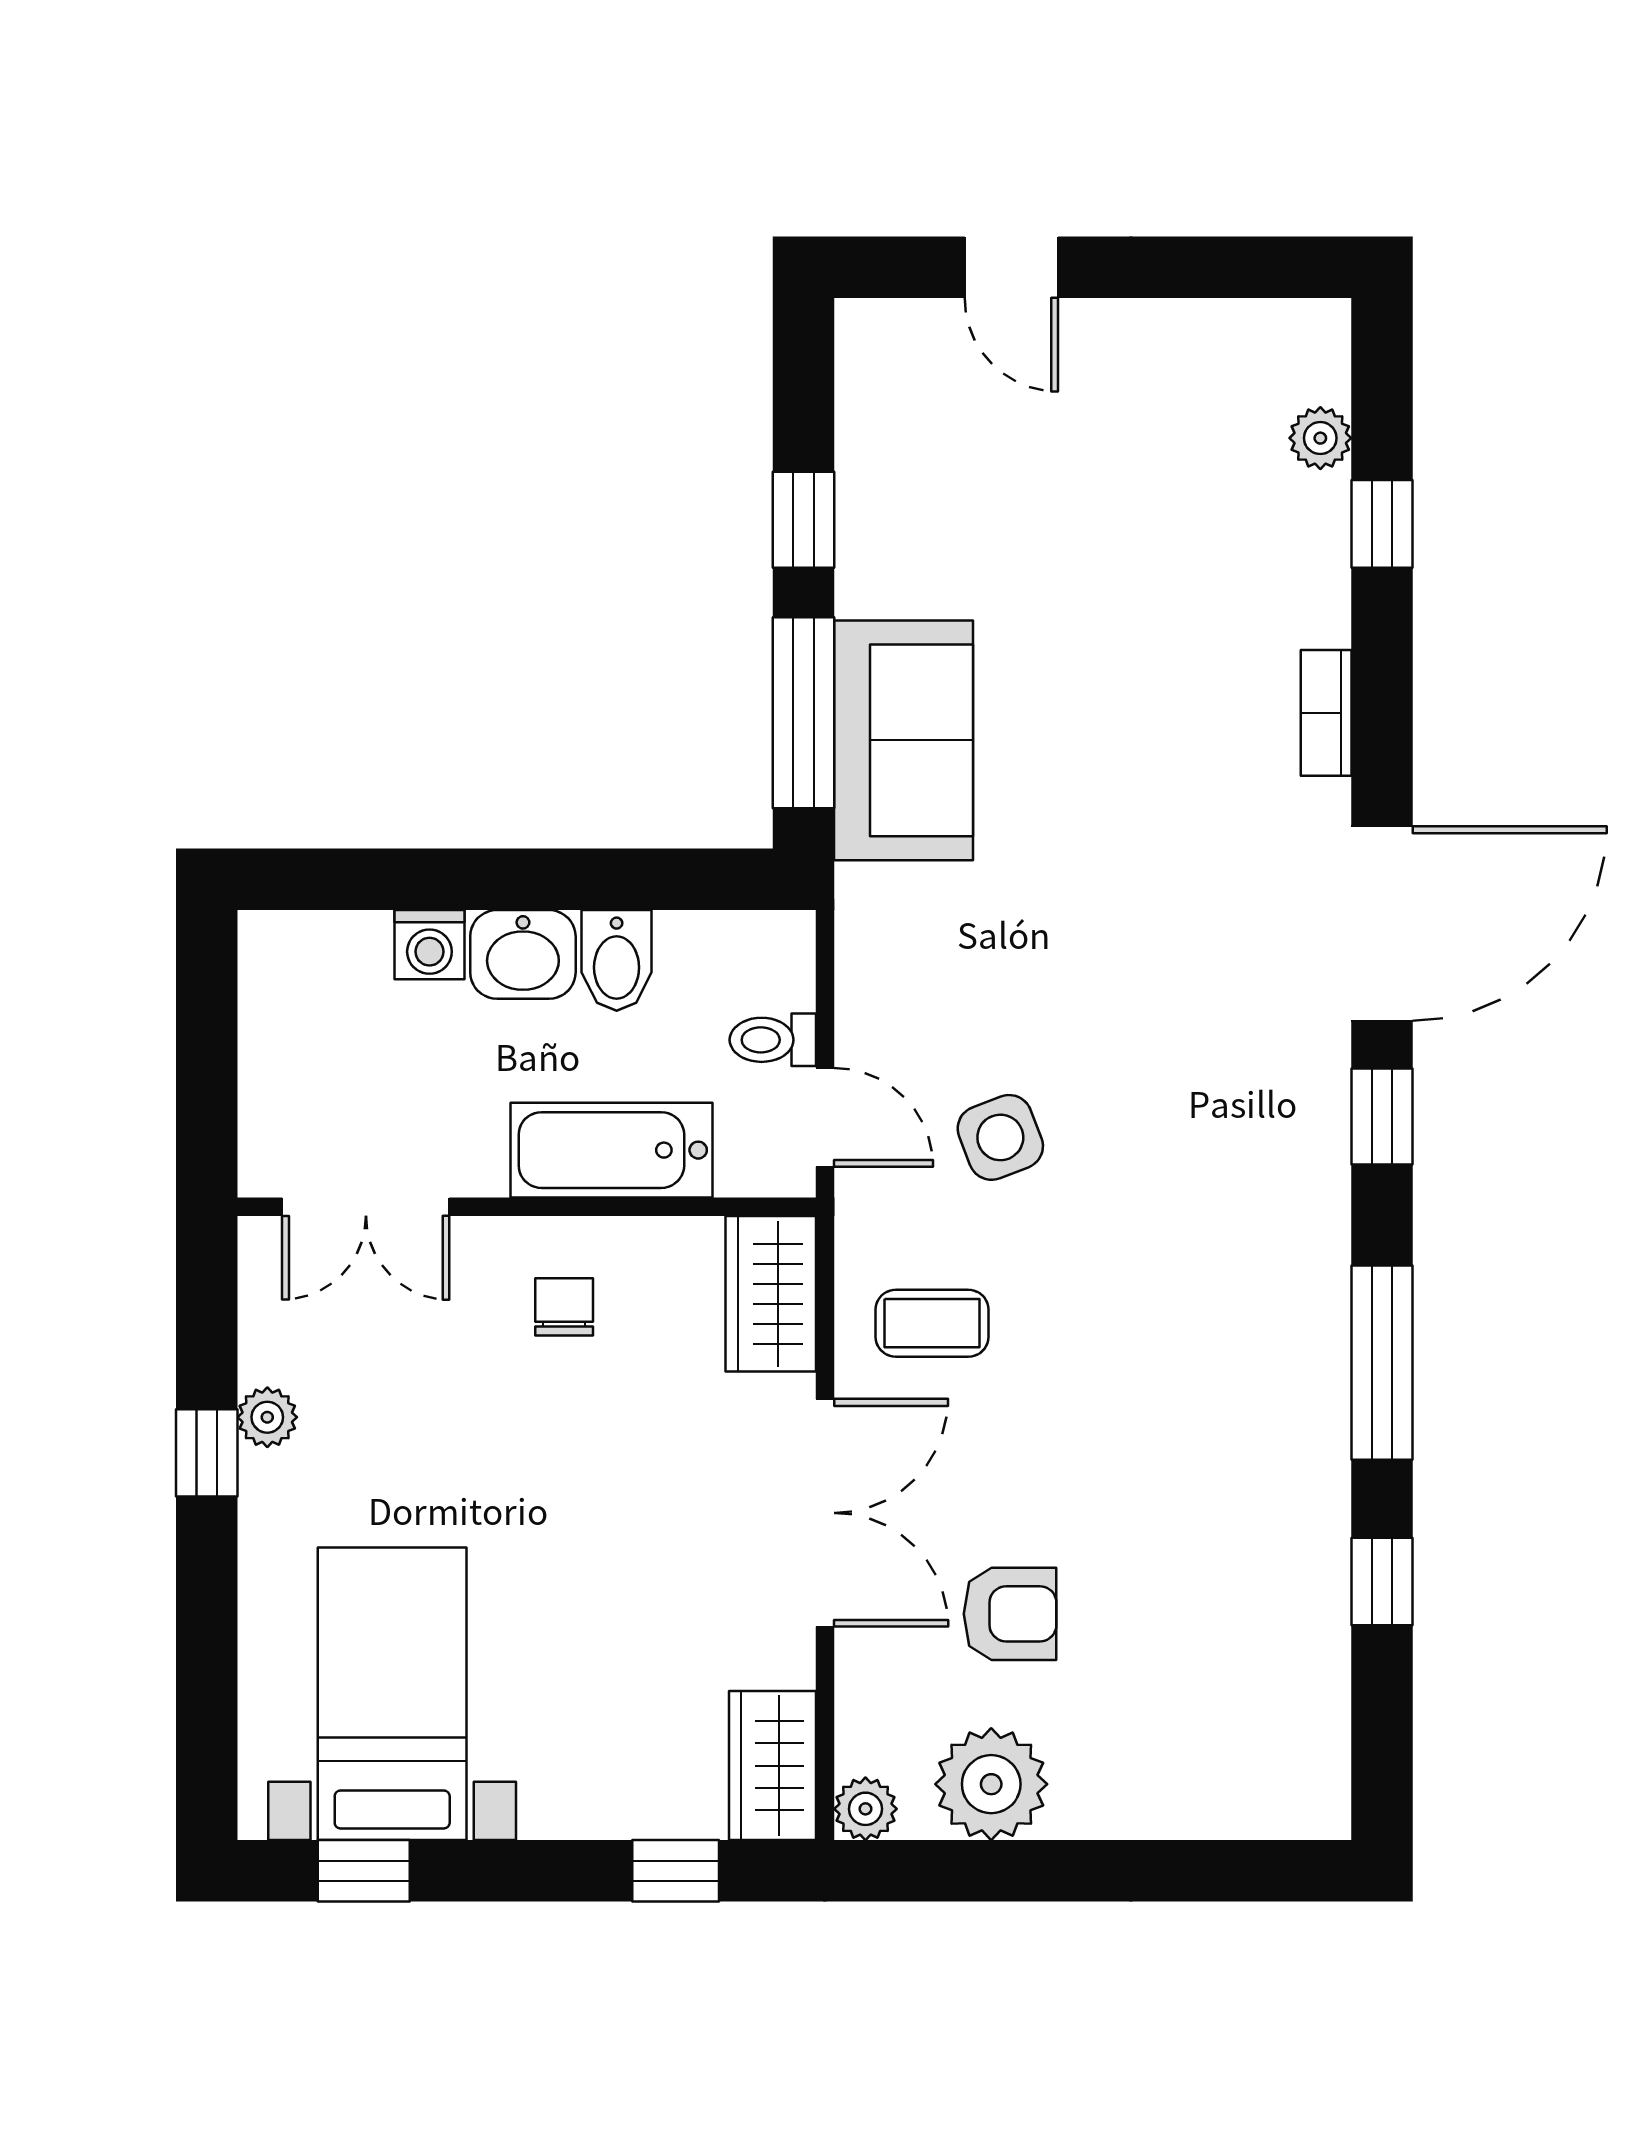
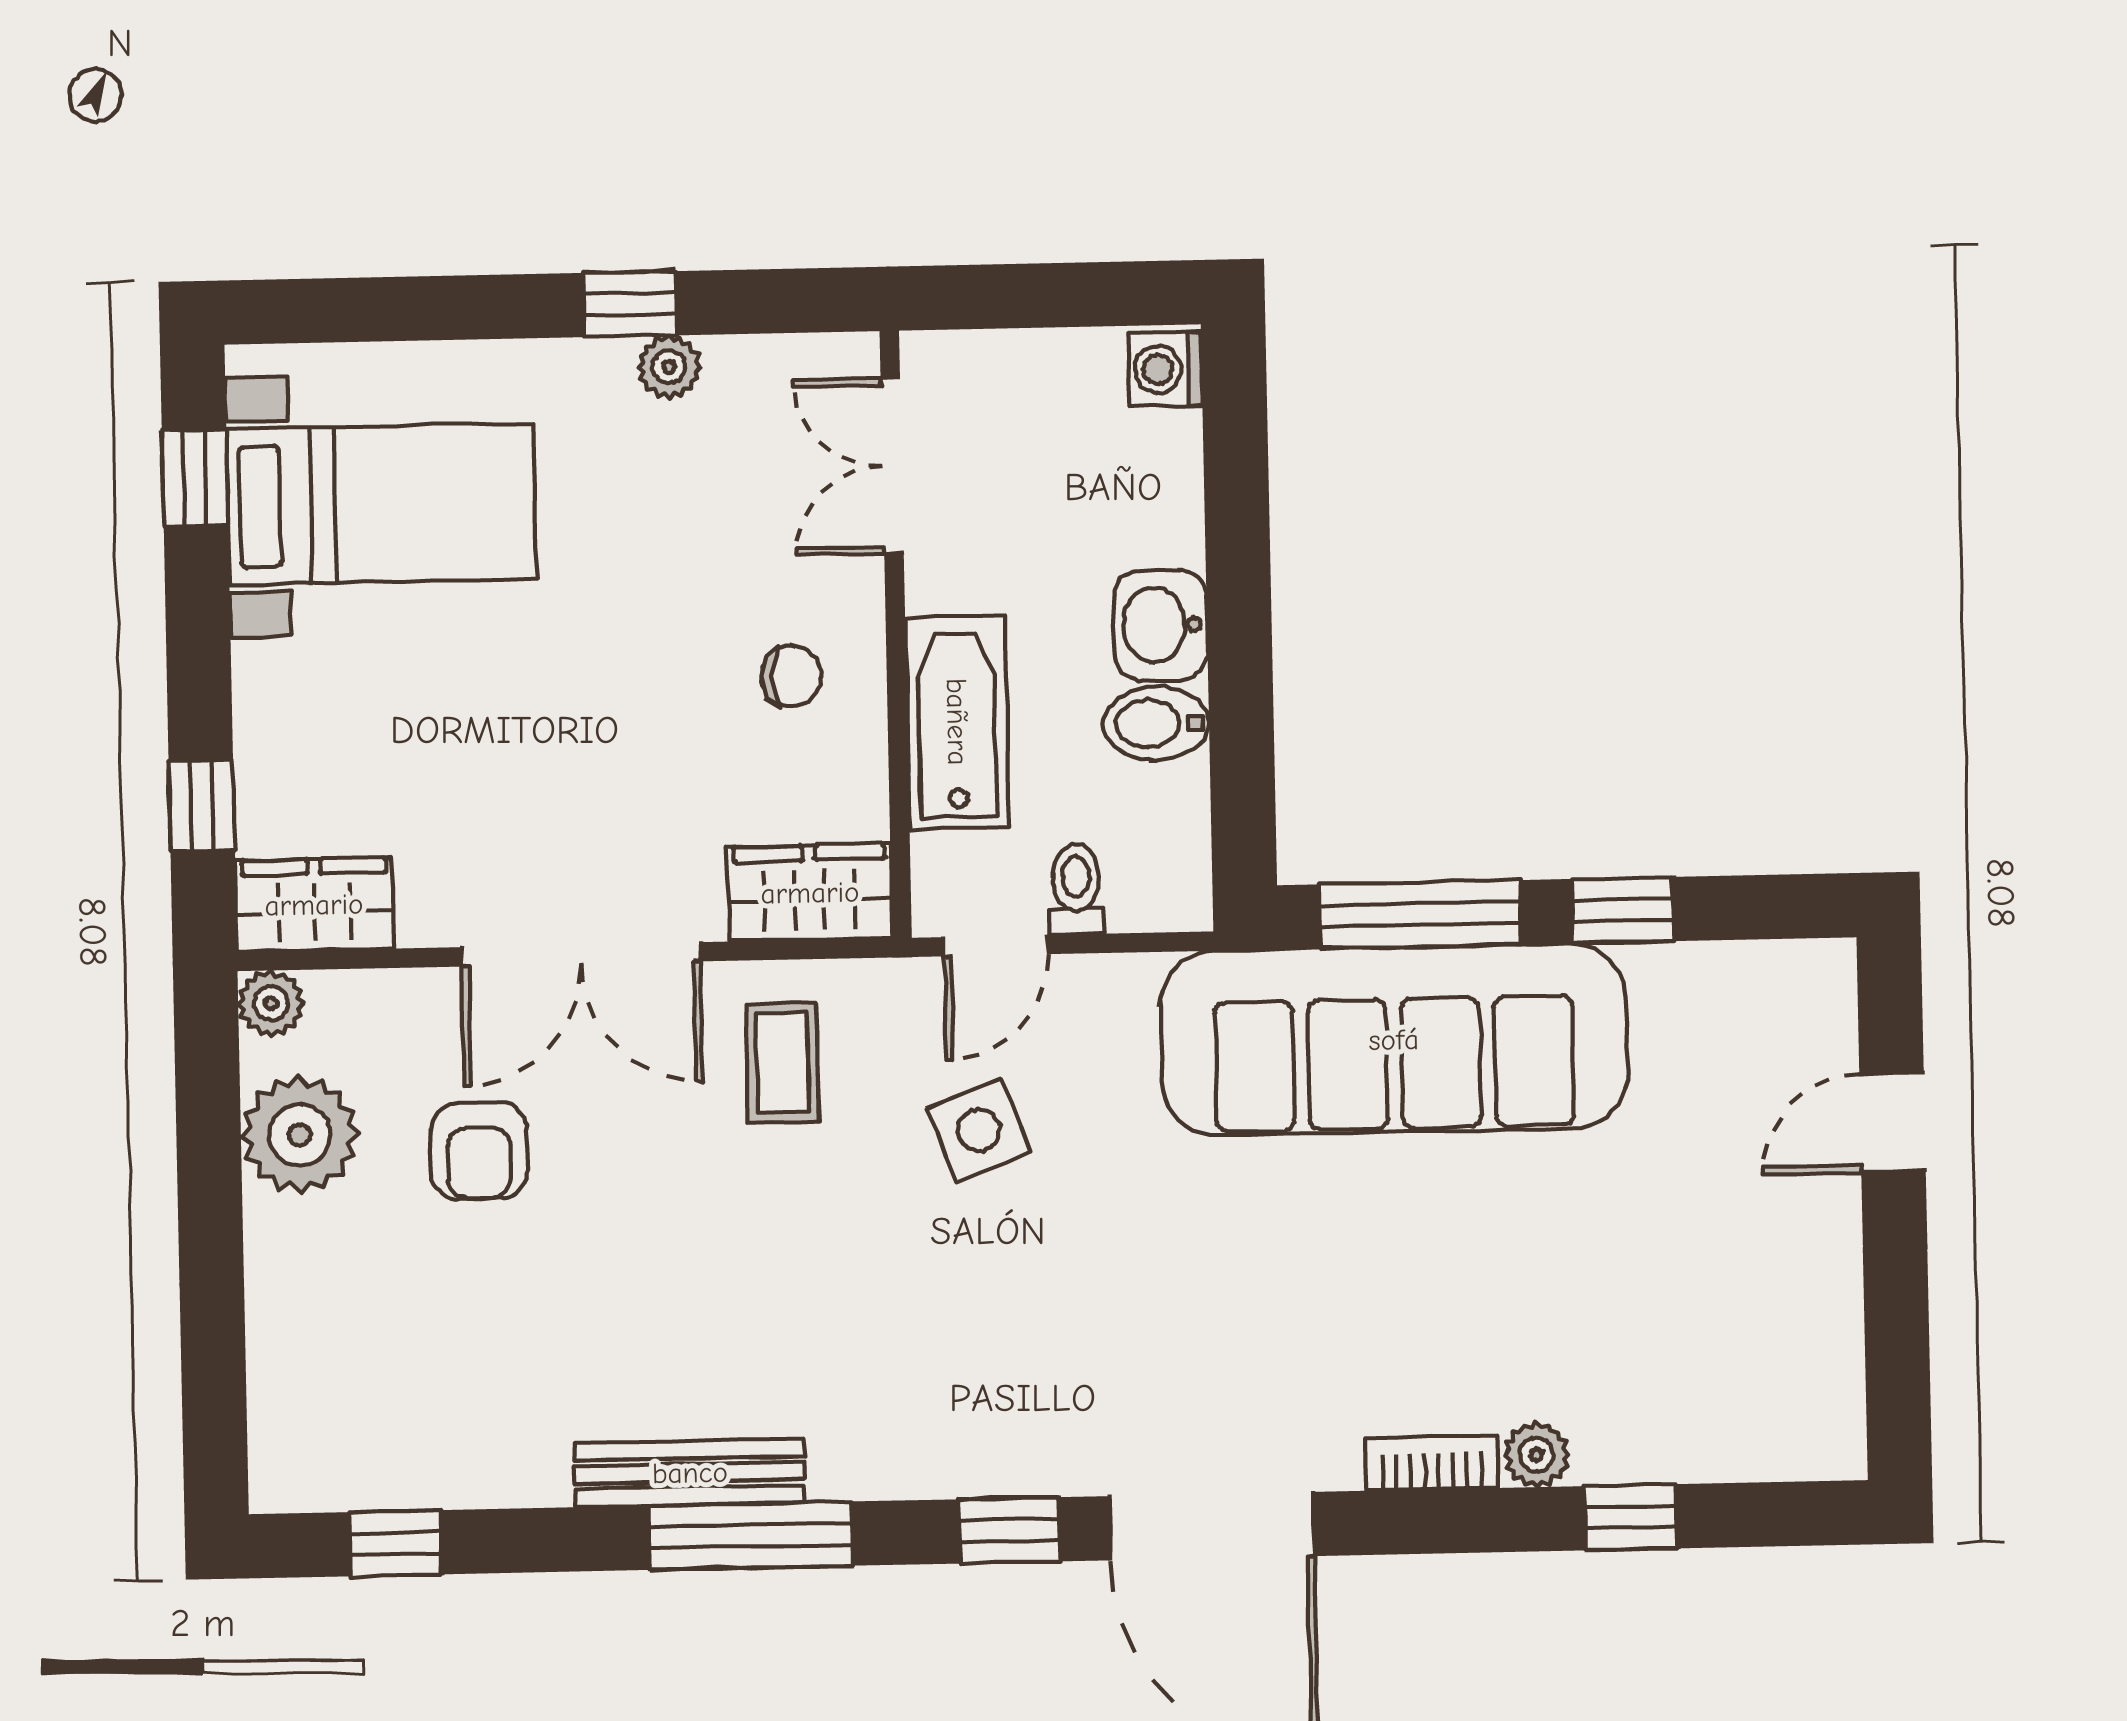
plant: (1320, 438) -> (1537, 1455), moved
sofa: (903, 740) -> (1394, 1040), width x1.85, depth x1.27
washing machine: (429, 945) -> (1165, 369), moved
bench: (1321, 1420) -> (690, 1473), added
window: (1382, 1582) -> (395, 1543), moved

